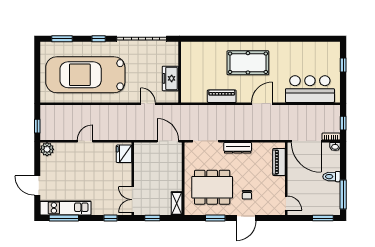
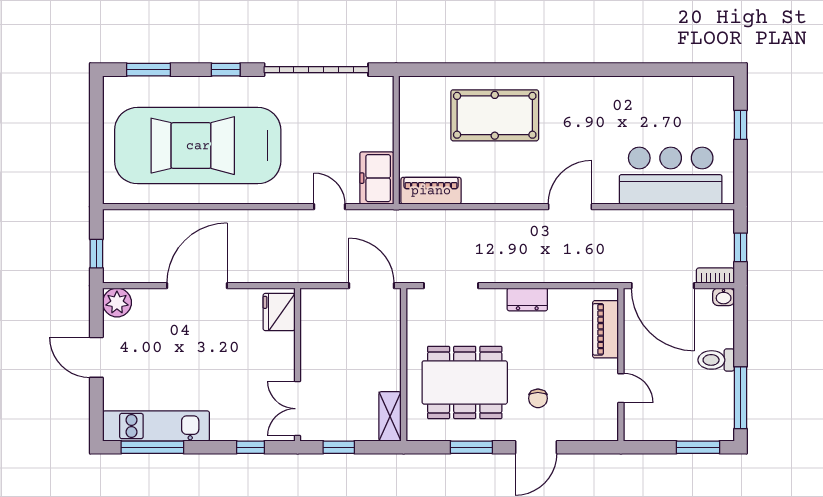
pool table: (248, 63) -> (495, 115), moved
freezer: (170, 78) -> (377, 178), moved
piano: (222, 96) -> (431, 191), moved
door: (85, 141) -> (197, 286), width x1.88
dresser: (238, 148) -> (527, 299), width x0.70
door: (37, 186) -> (96, 357), moved
door: (286, 203) -> (621, 388), moved

